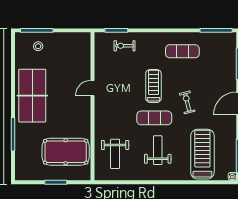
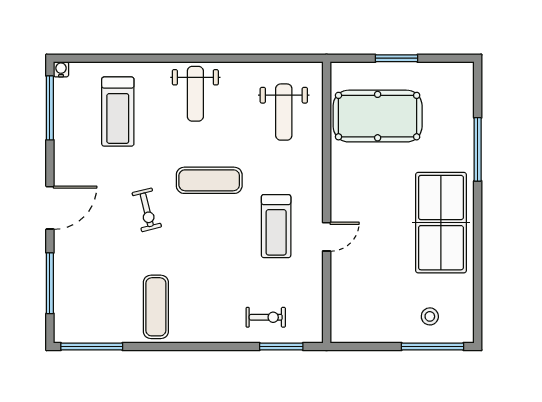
exercise mat: (182, 51) -> (156, 307), turned 90
treadmill: (153, 86) -> (276, 226), moved
weight bench: (158, 150) -> (195, 94), moved
weight bench: (115, 154) -> (284, 112), turned 180
treadmill: (202, 154) -> (118, 112), width x0.73, depth x0.73

